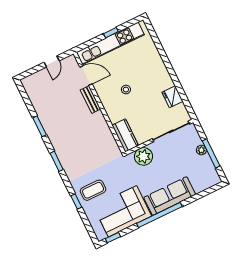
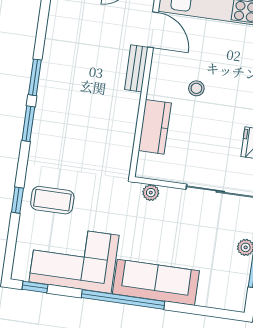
window: (40, 126) -> (35, 77), moved
kitchen counter: (125, 135) -> (155, 127), moved
plant: (144, 156) -> (151, 193), width x0.53, depth x0.53

